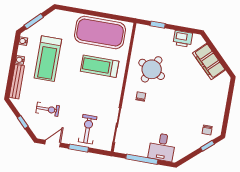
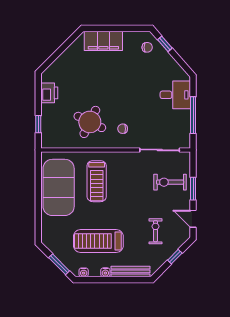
treadmill: (48, 59) -> (98, 241), turned 180
filing cabinet: (209, 61) -> (103, 41), moved, turned 45

